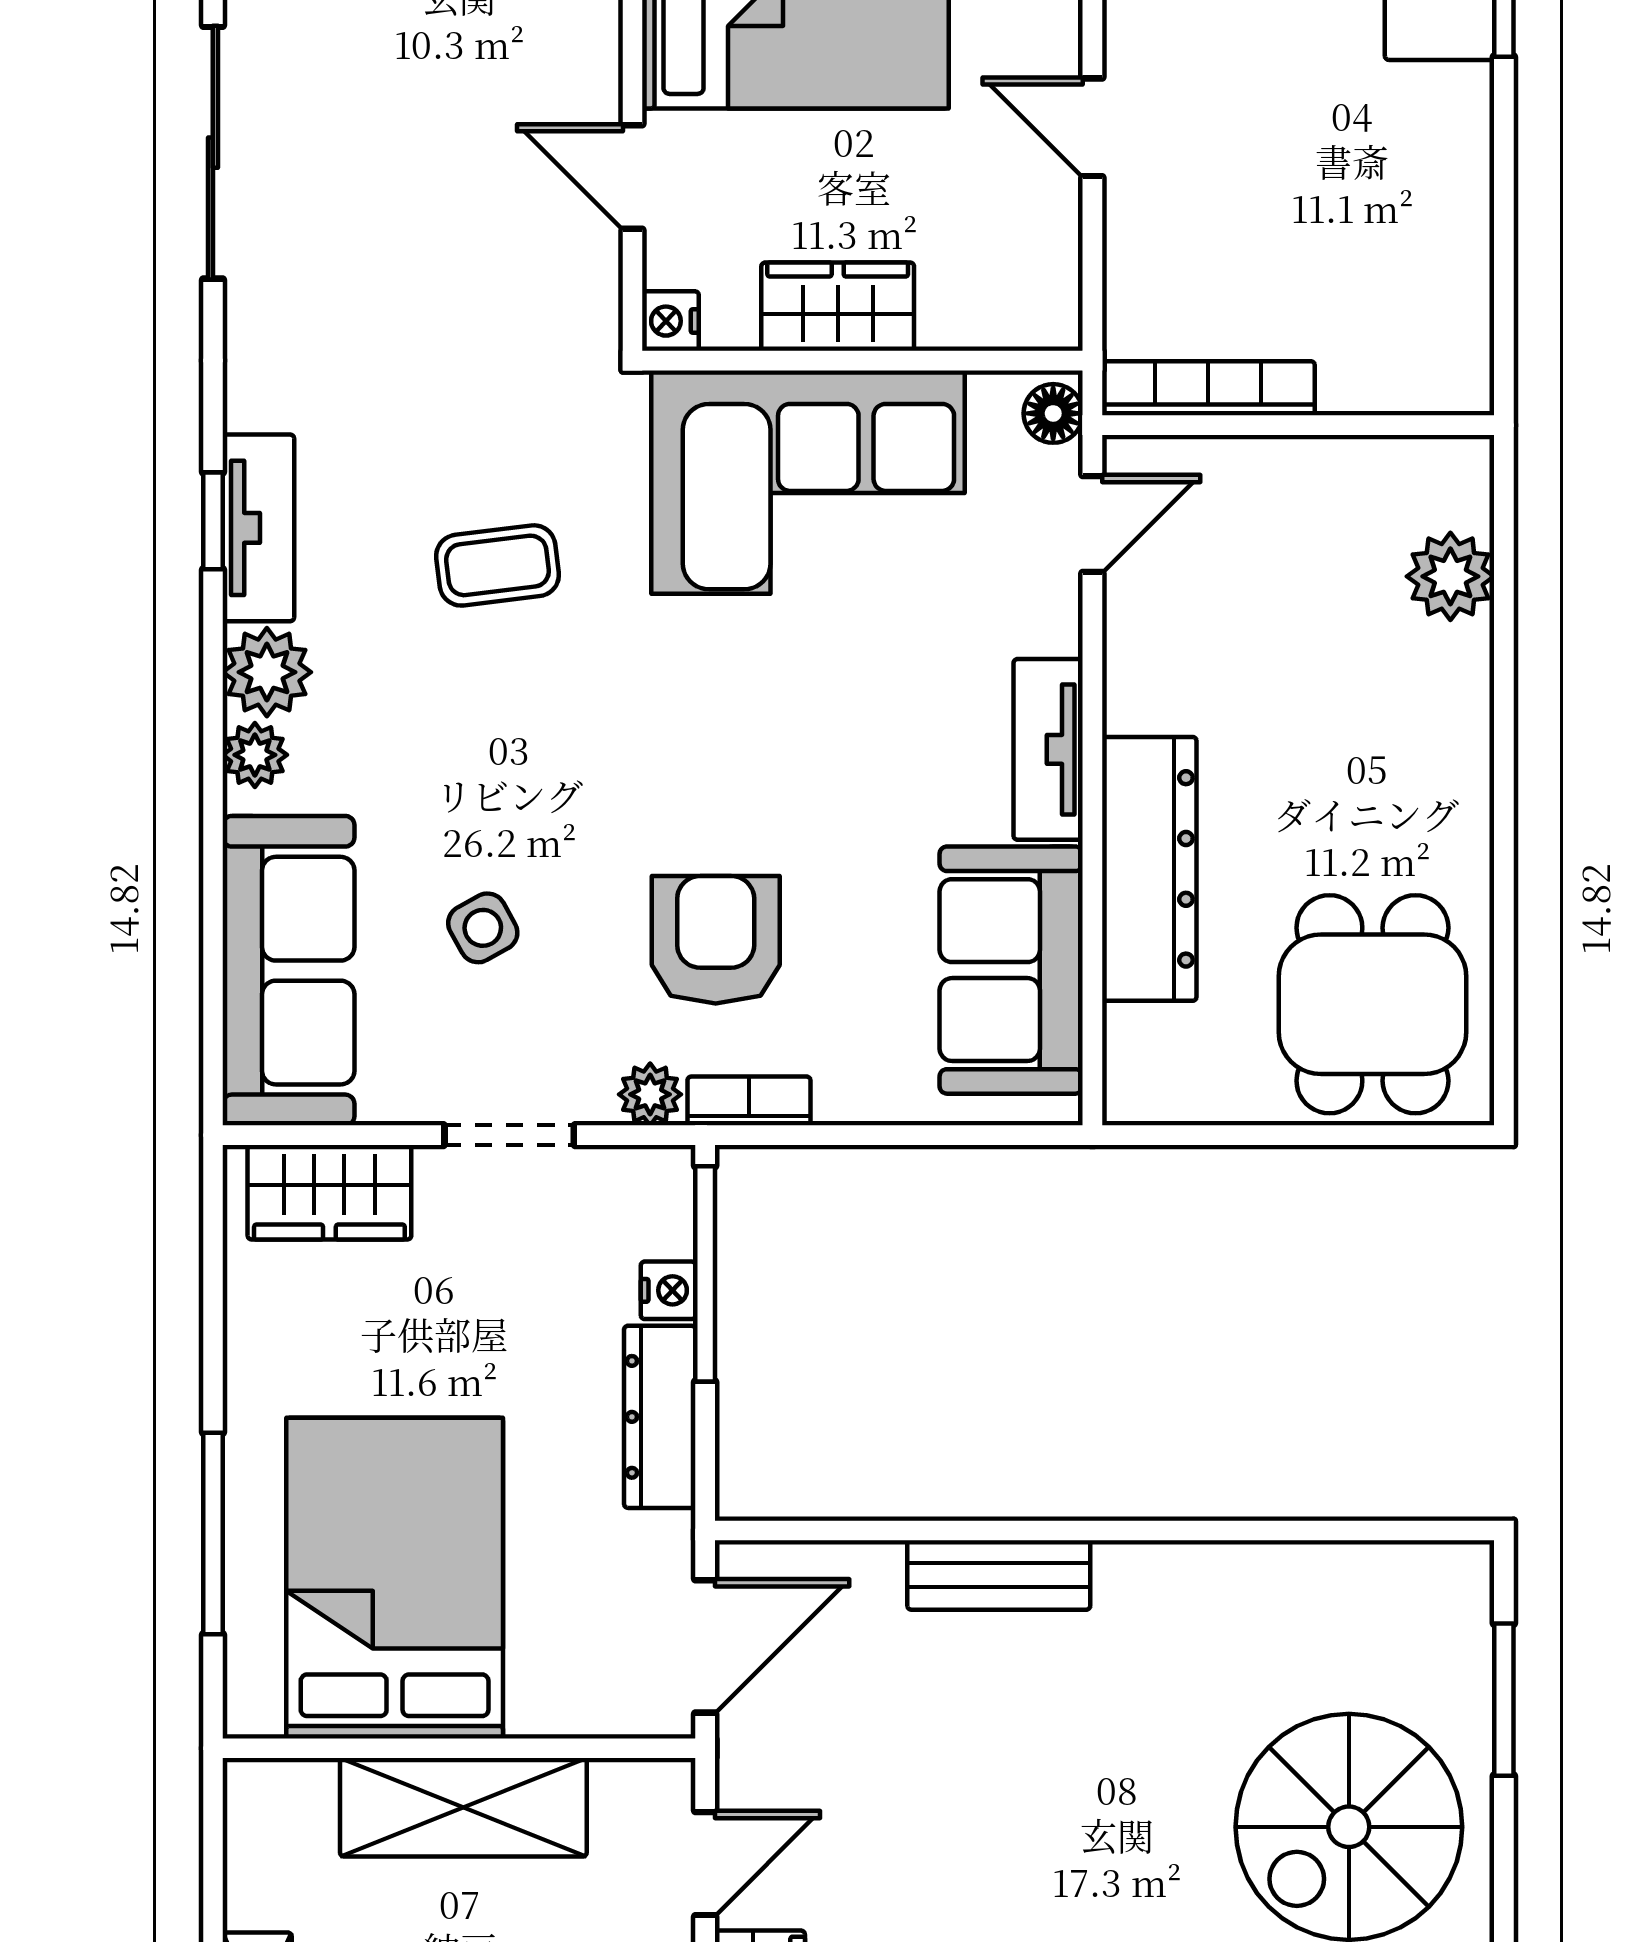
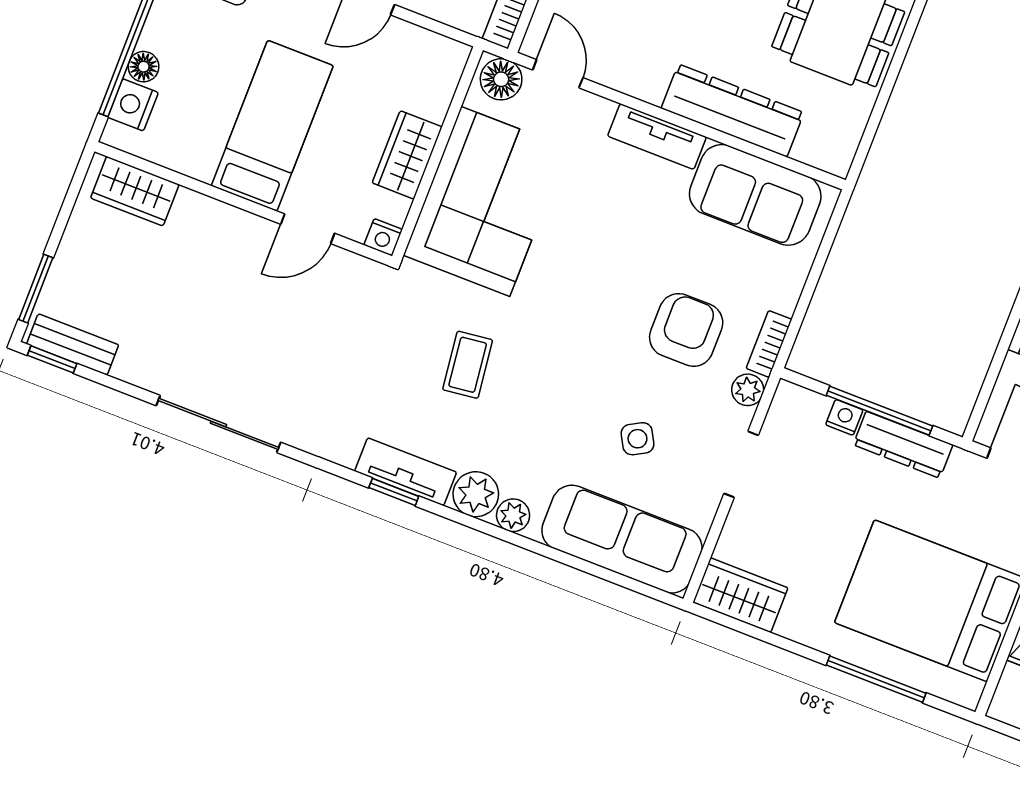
floor lamp: (1053, 413) -> (501, 79), width x1.37, depth x1.37
armchair: (716, 940) -> (686, 330), turned 90
wardrobe: (329, 1192) -> (740, 595), moved, turned -90
window: (705, 1274) -> (879, 411), moved

